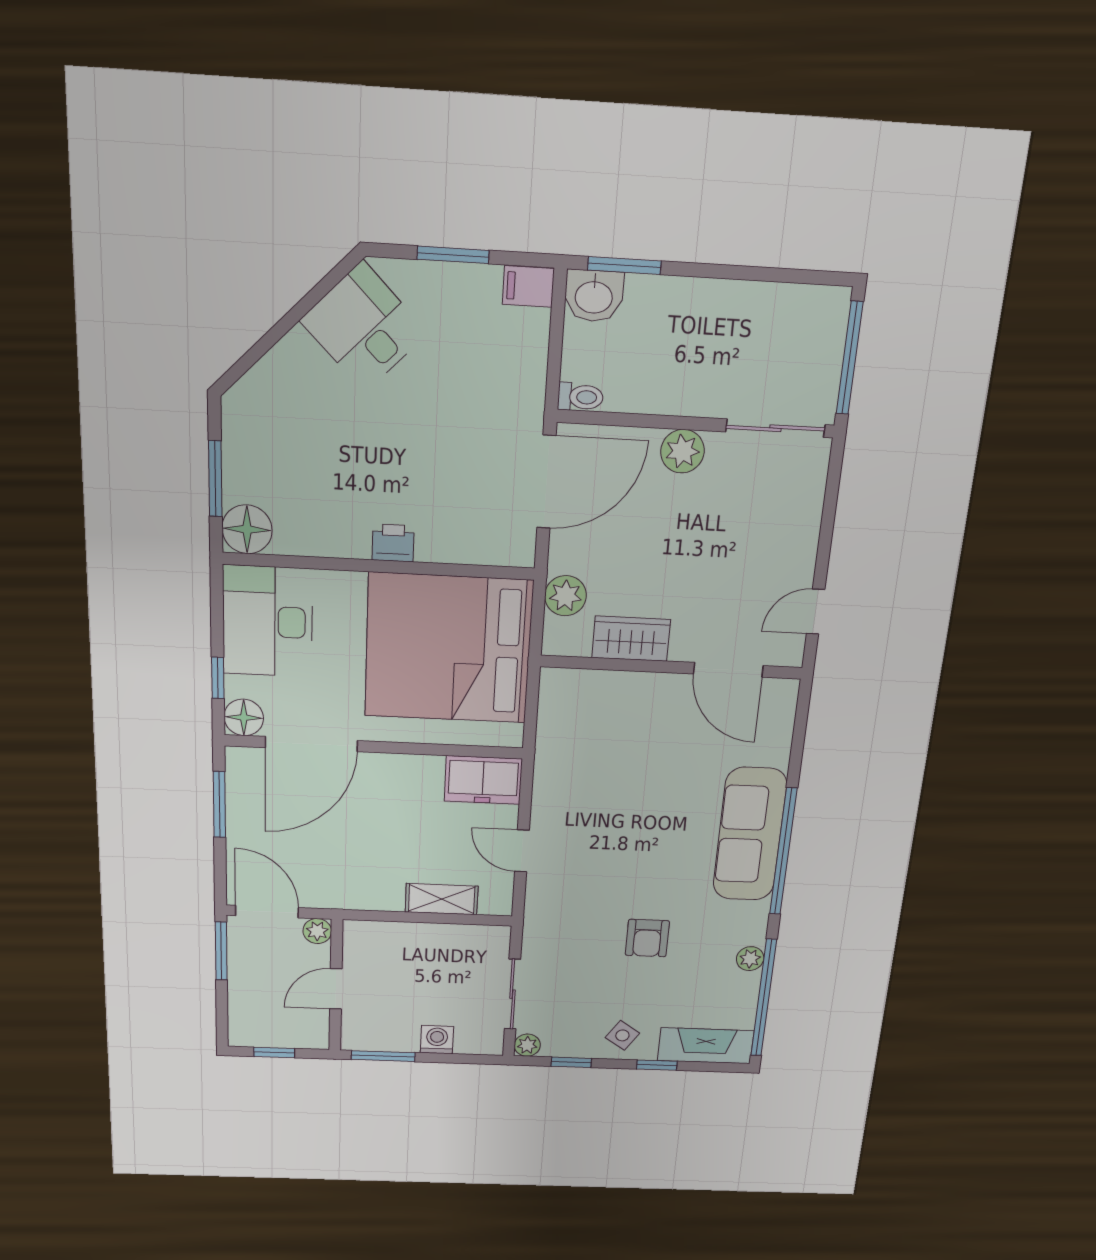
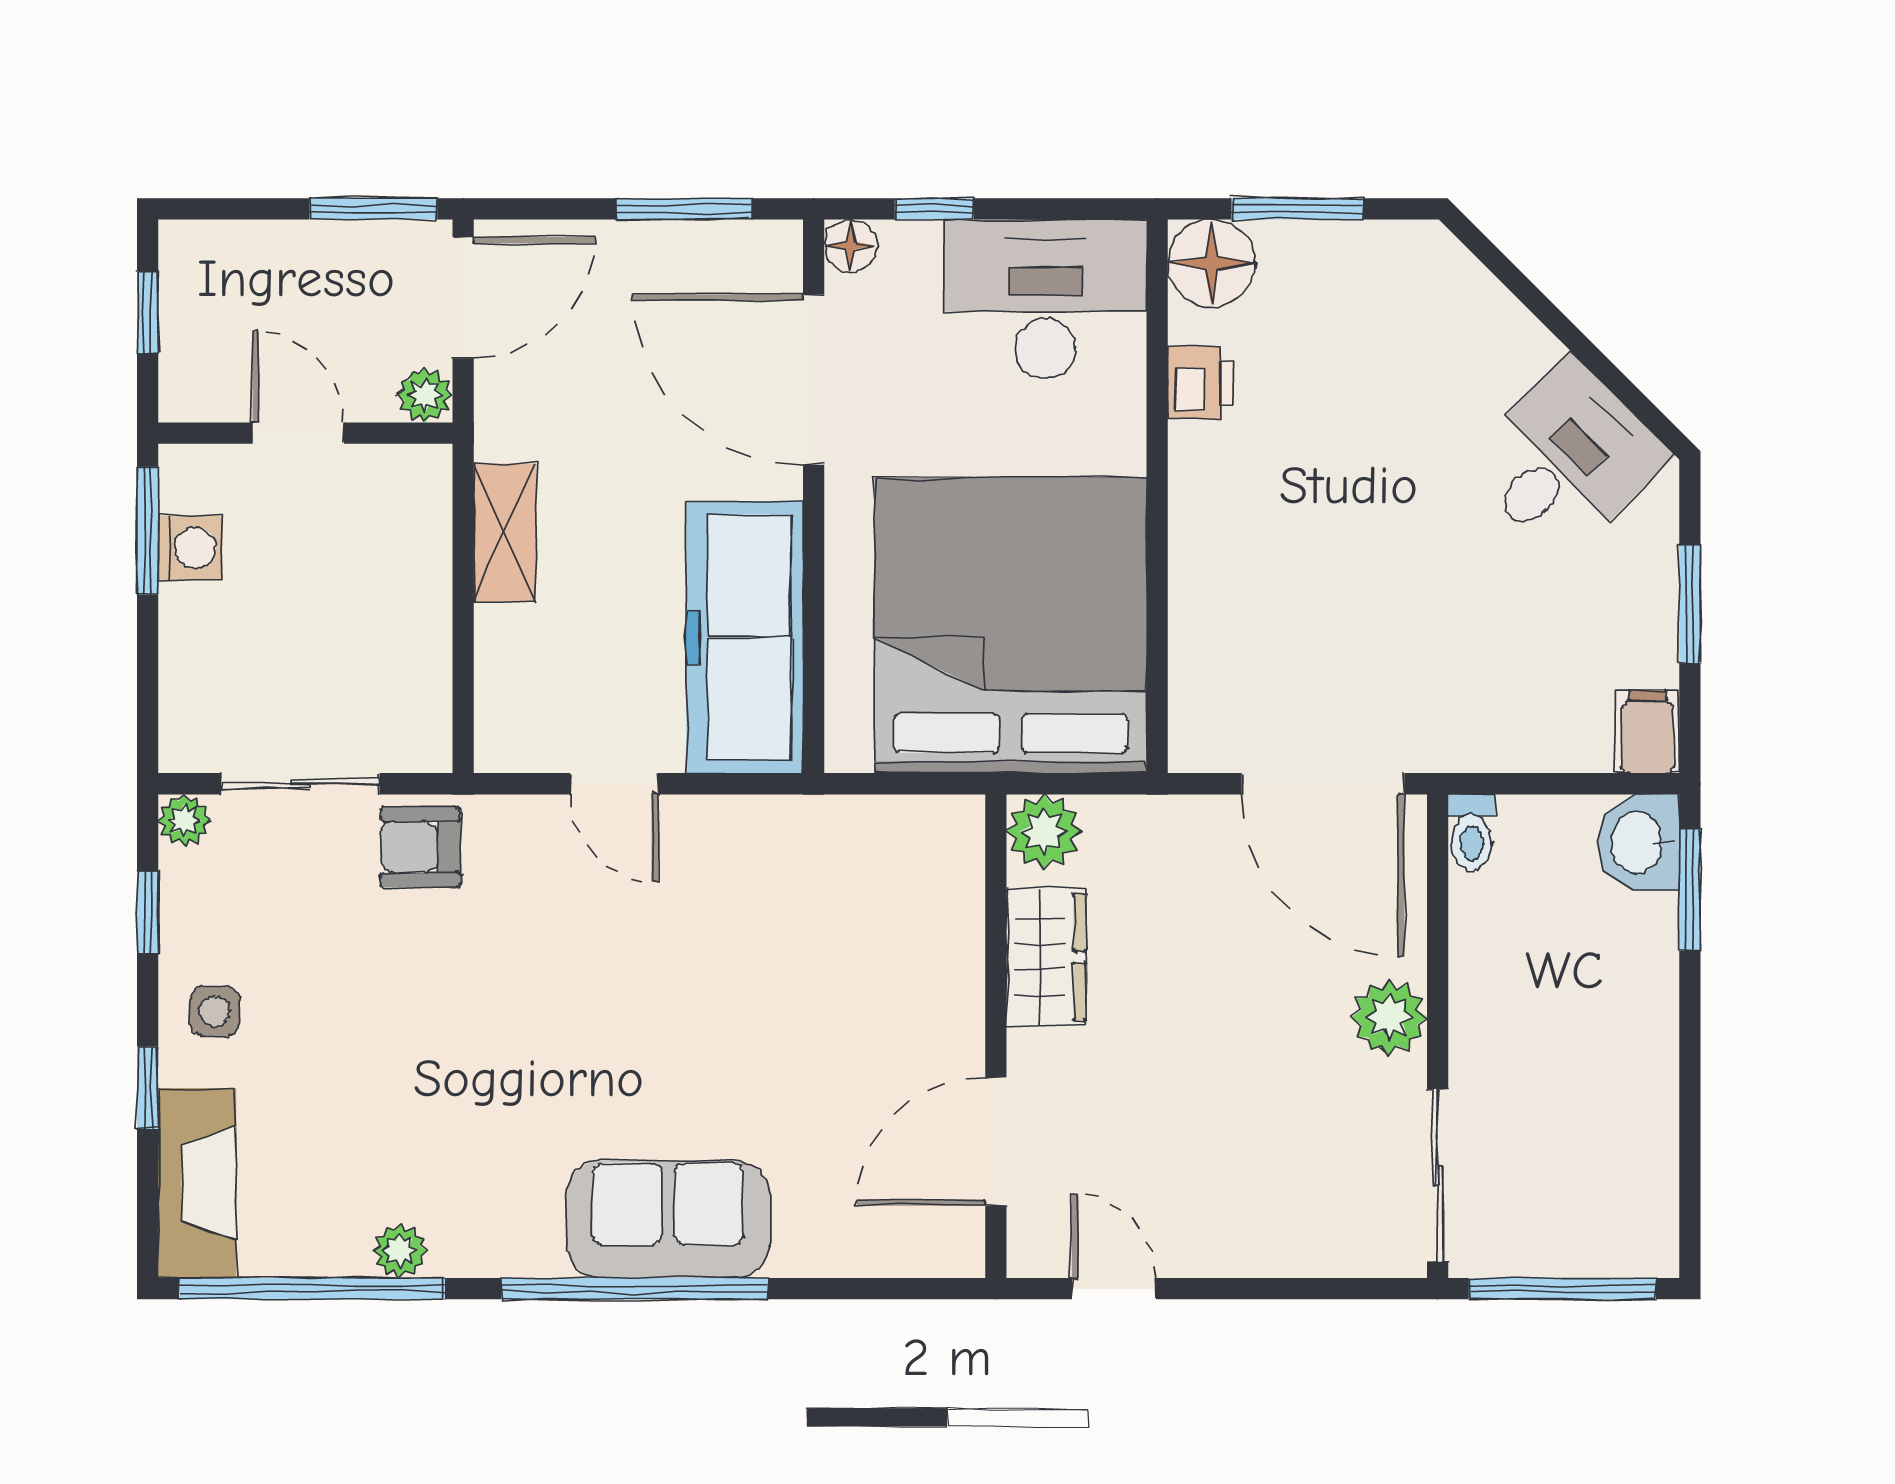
printer: (393, 543) -> (1201, 383), moved
plant: (566, 596) -> (1044, 832), moved
floor lamp: (244, 717) -> (850, 246), width x0.73, depth x0.73
freezer: (483, 780) -> (745, 637), width x1.91, depth x1.26
sofa: (750, 834) -> (668, 1219), width x0.73
door: (522, 851) -> (614, 784), swing flipped
shelving: (442, 899) -> (505, 533), moved
armchair: (647, 938) -> (420, 847), moved
side table: (622, 1035) -> (215, 1011), turned -34
washing machine: (437, 1040) -> (190, 548), moved

